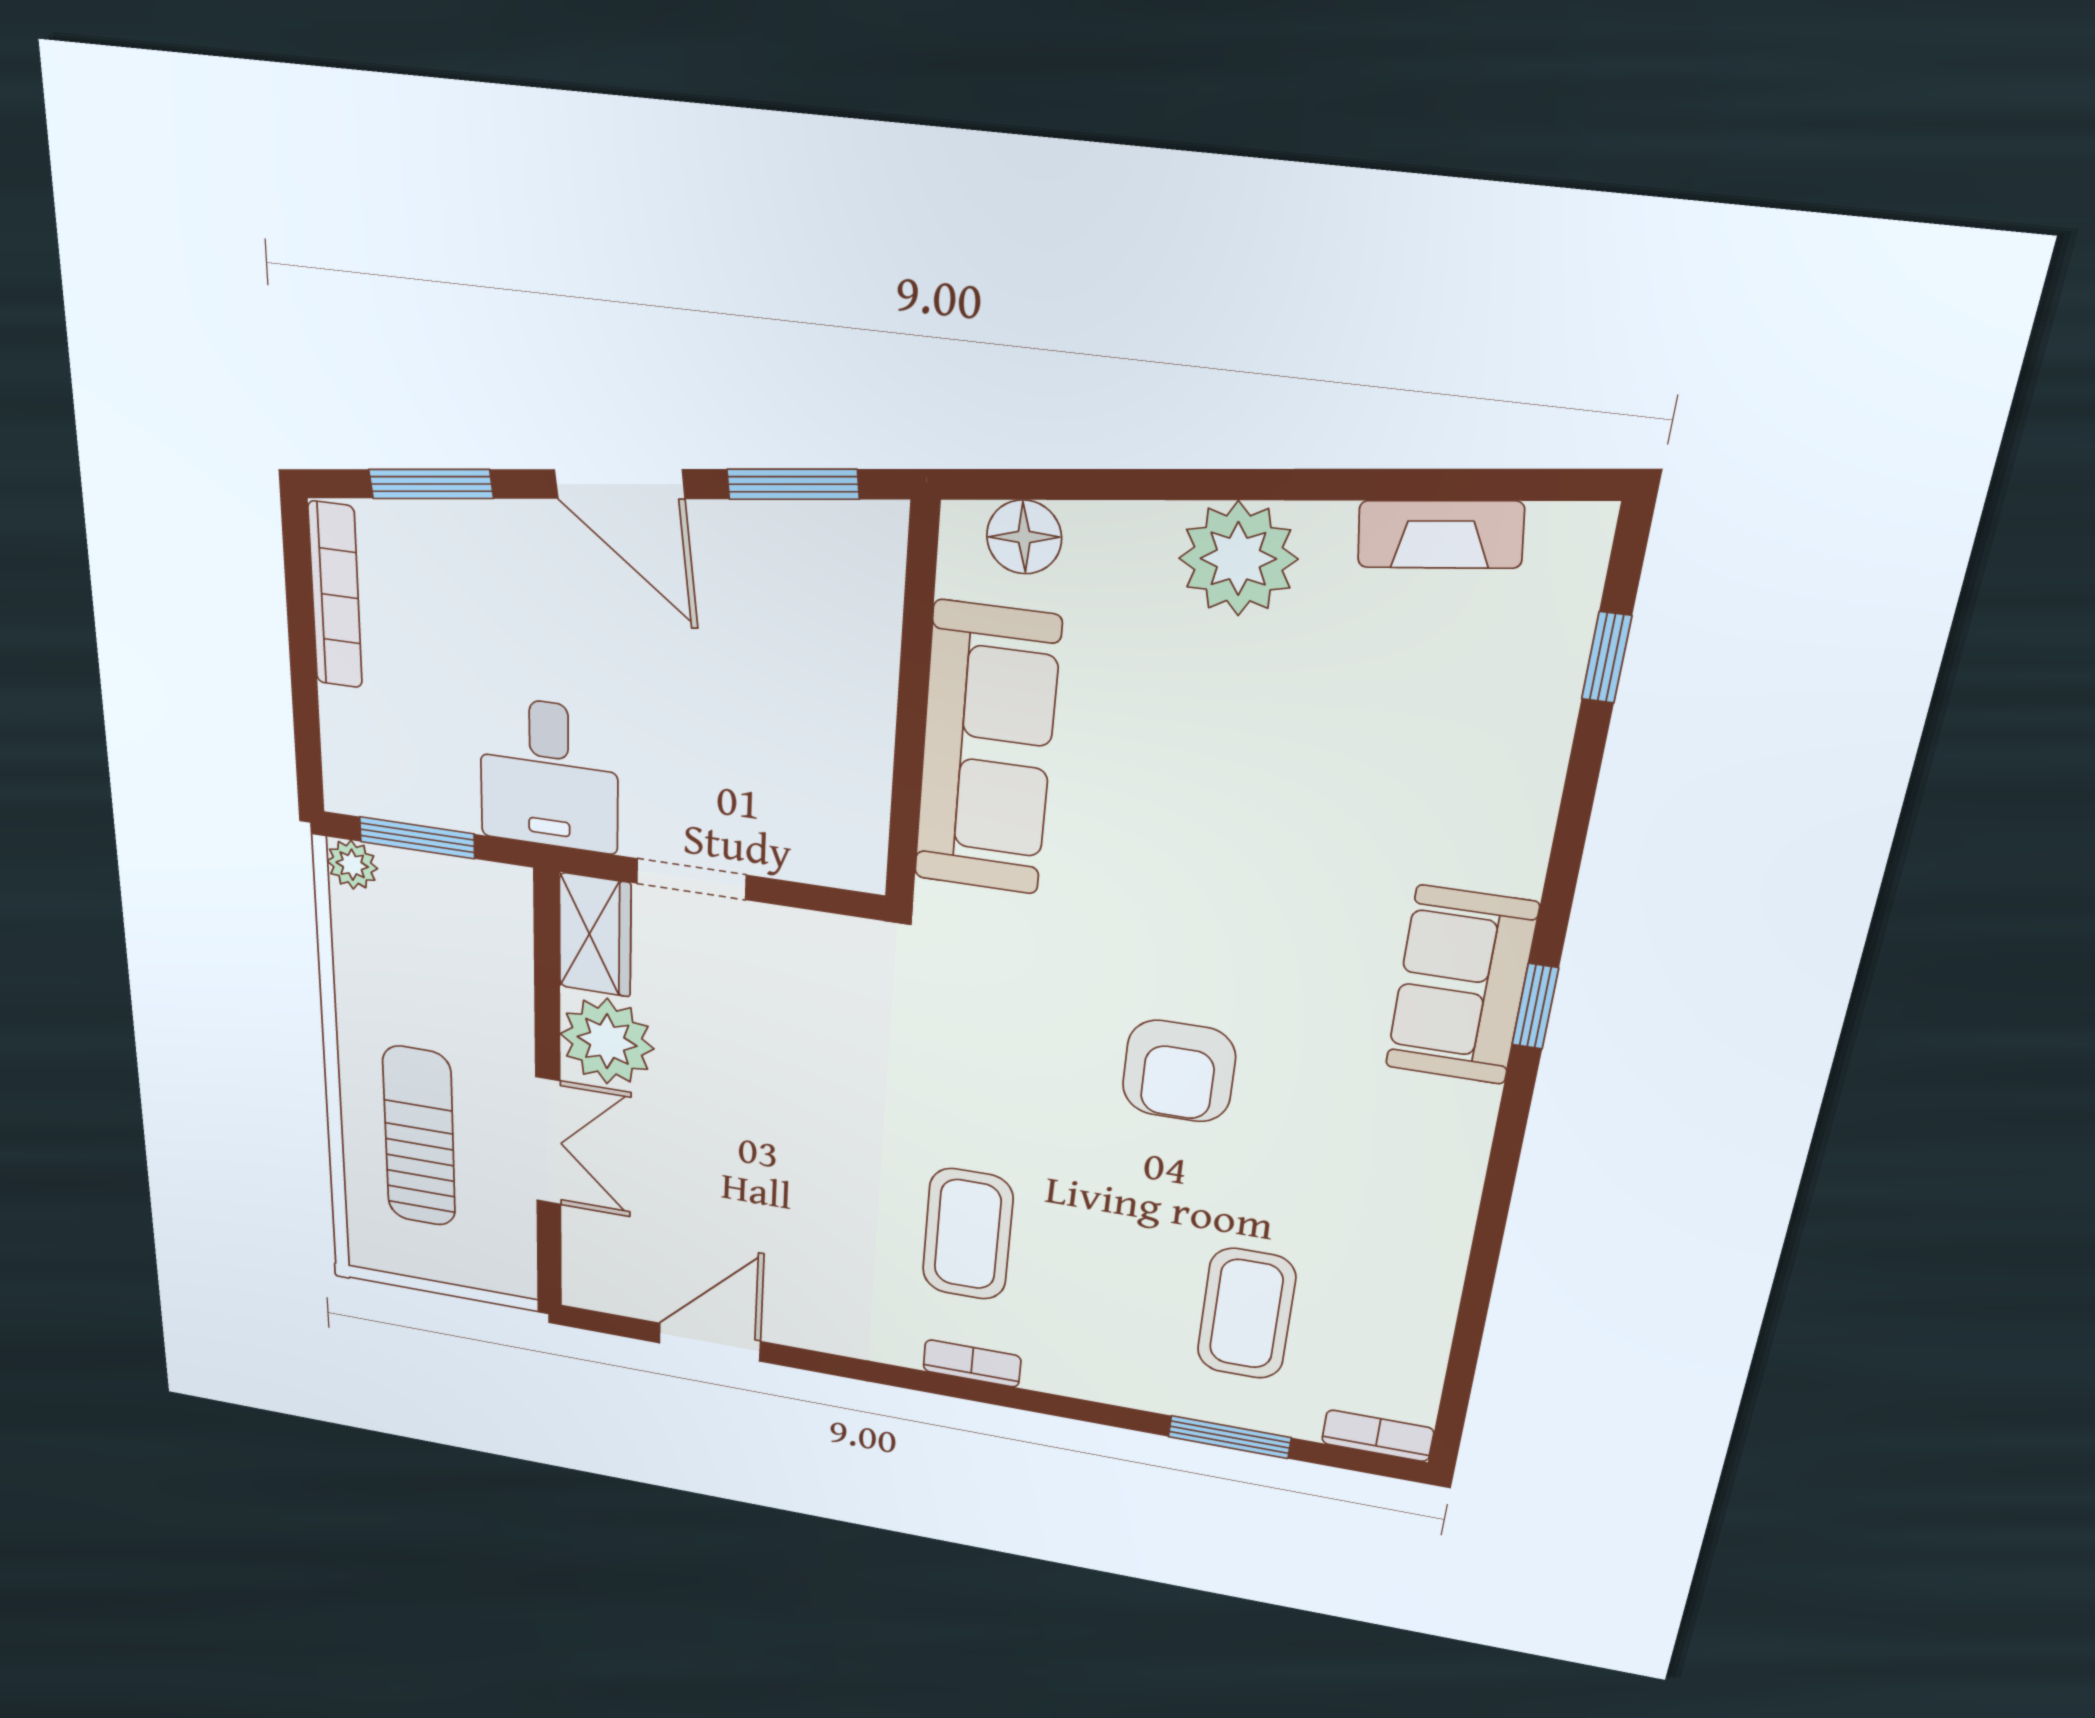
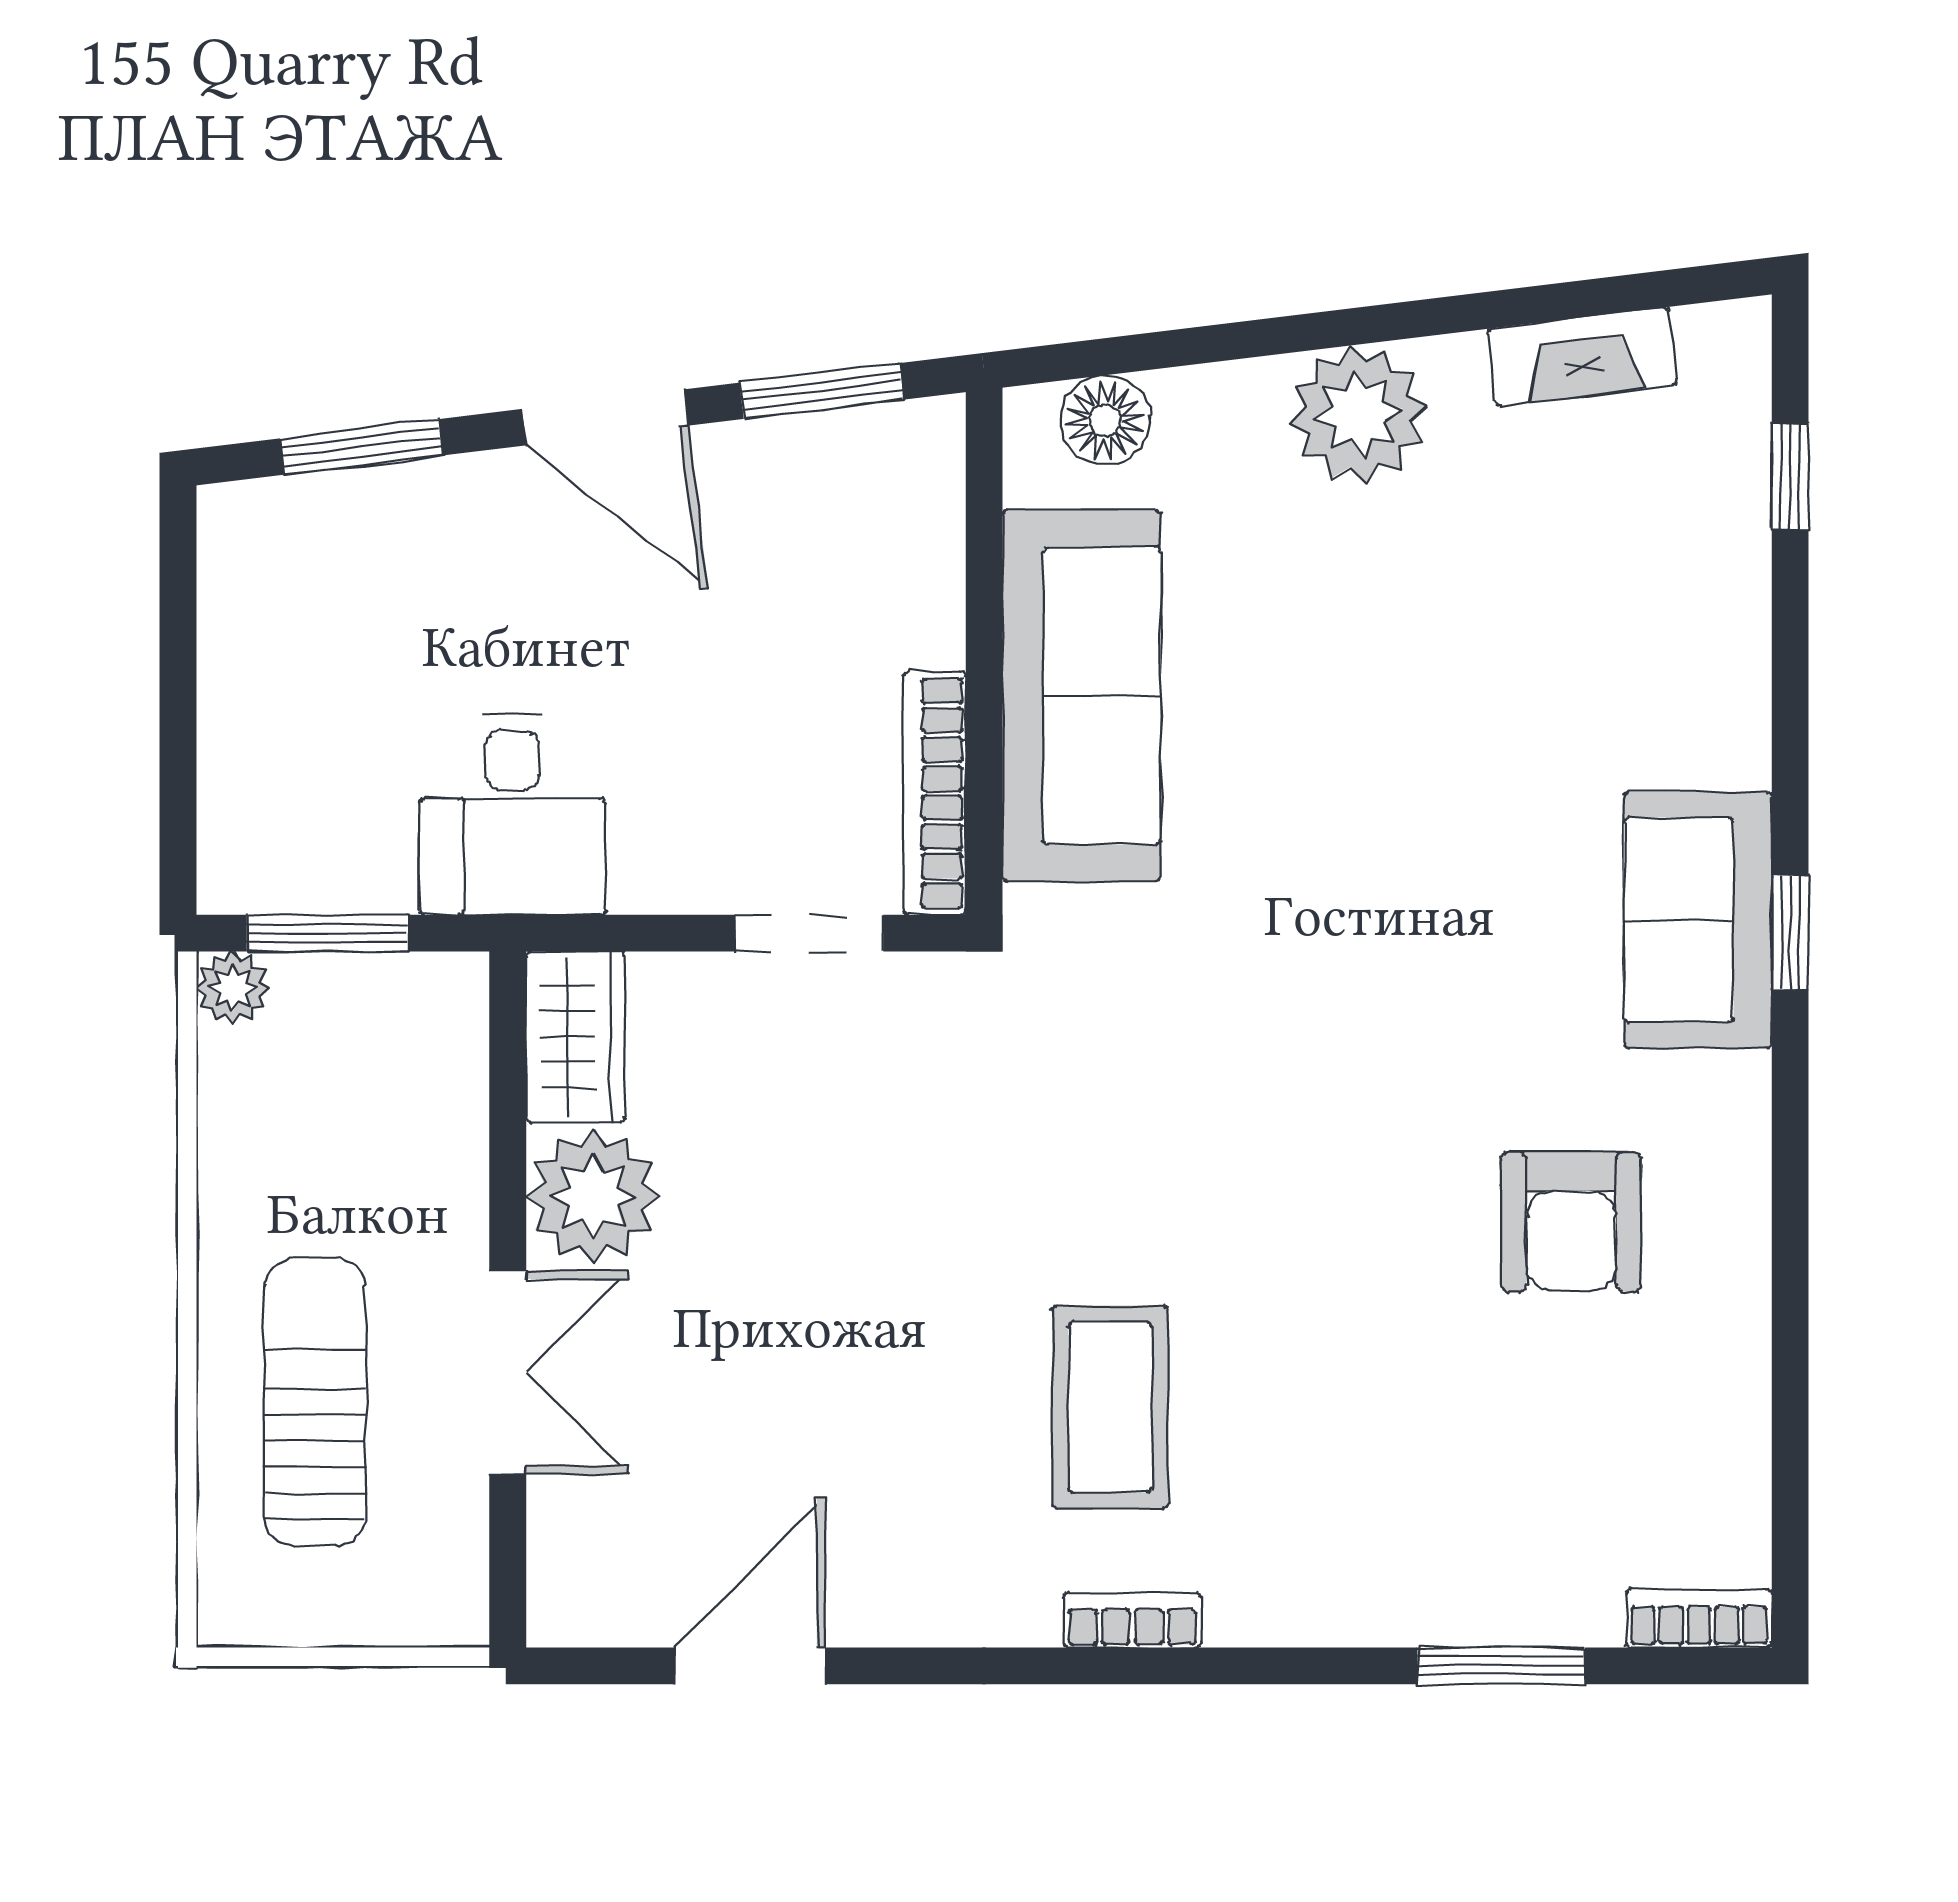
bookcase: (335, 595) -> (935, 793), moved, turned 180
doorway: (691, 879) -> (809, 933), moved
armchair: (1179, 1071) -> (1571, 1222), moved
coffee table: (1246, 1314) -> (1499, 1457), removed

